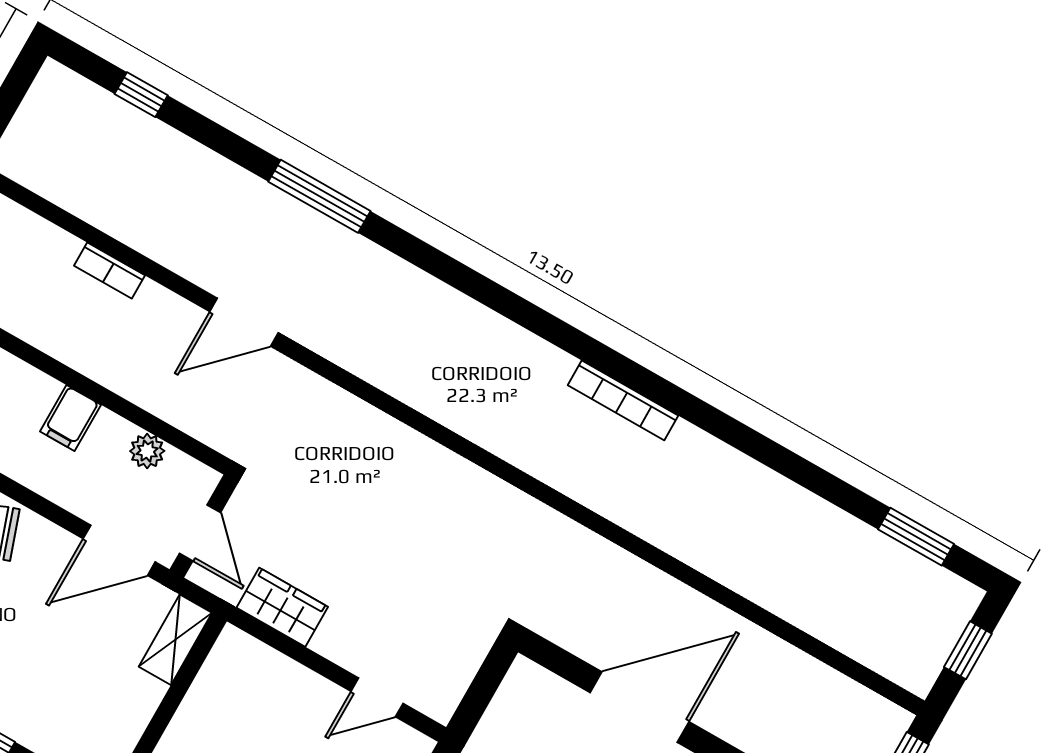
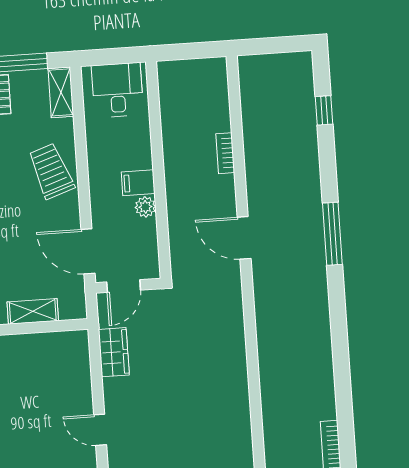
plant: (147, 451) -> (145, 207), moved
shelving: (175, 640) -> (33, 311), moved

